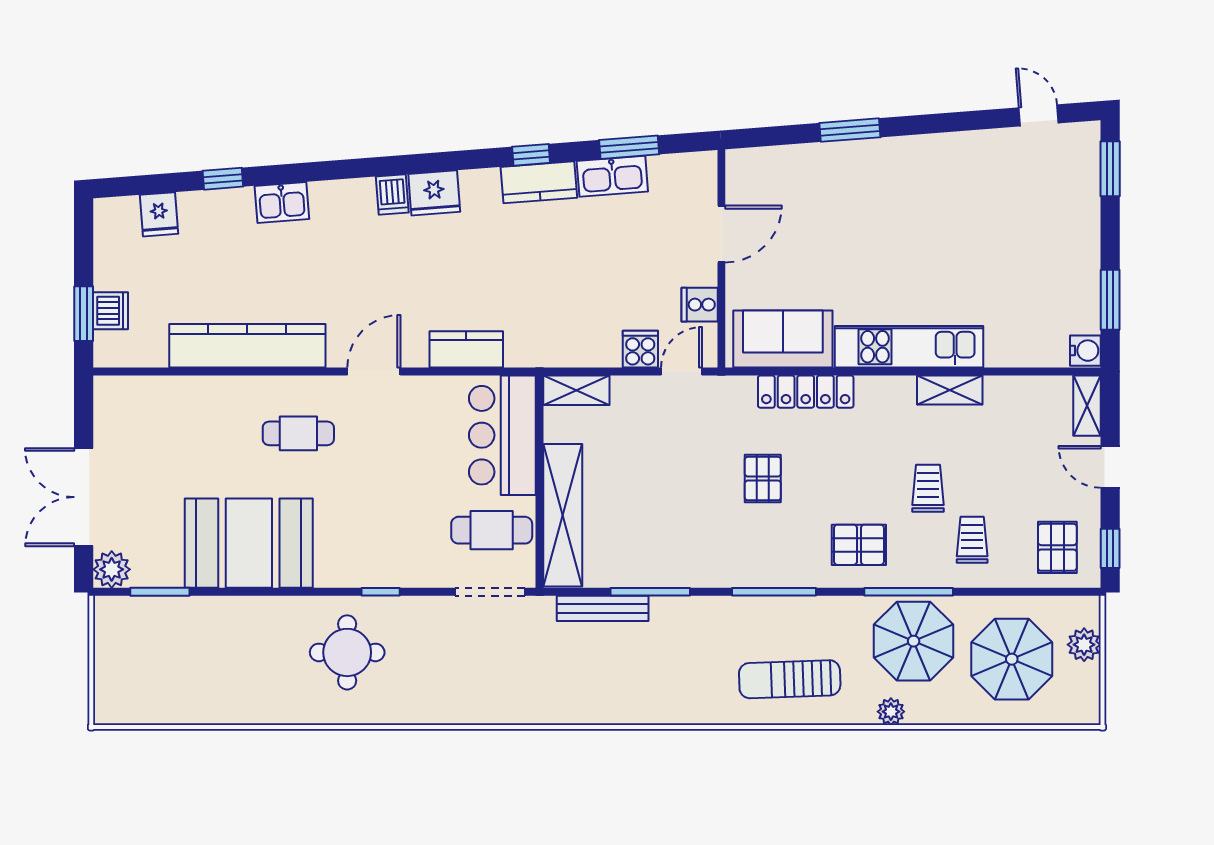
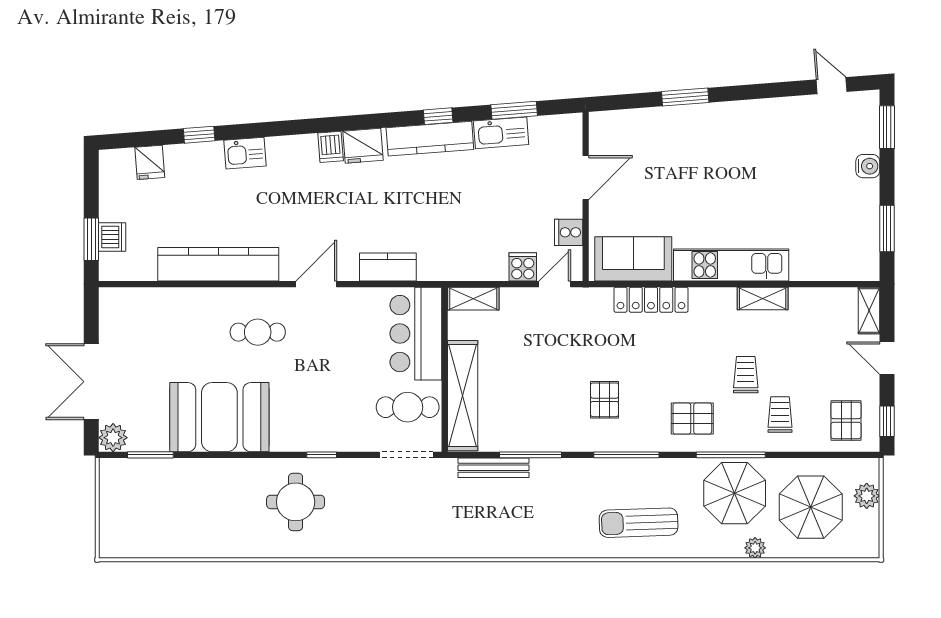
kitchen counter: (539, 182) -> (430, 139), width x1.50
water cooler: (1085, 351) -> (868, 166), moved
pallet: (763, 479) -> (605, 400), moved
plant: (891, 712) -> (755, 548), moved

